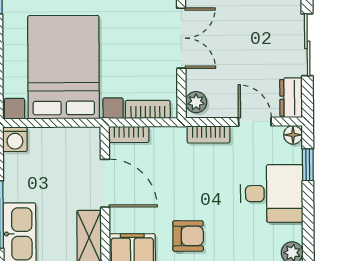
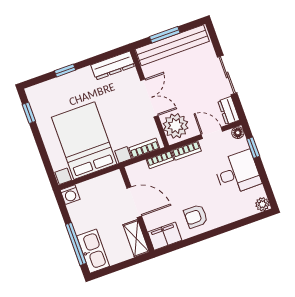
plant: (196, 102) -> (176, 126), width x1.88, depth x1.88
bookcase: (129, 134) -> (160, 160), moved
armchair: (188, 236) -> (196, 216), turned 180

